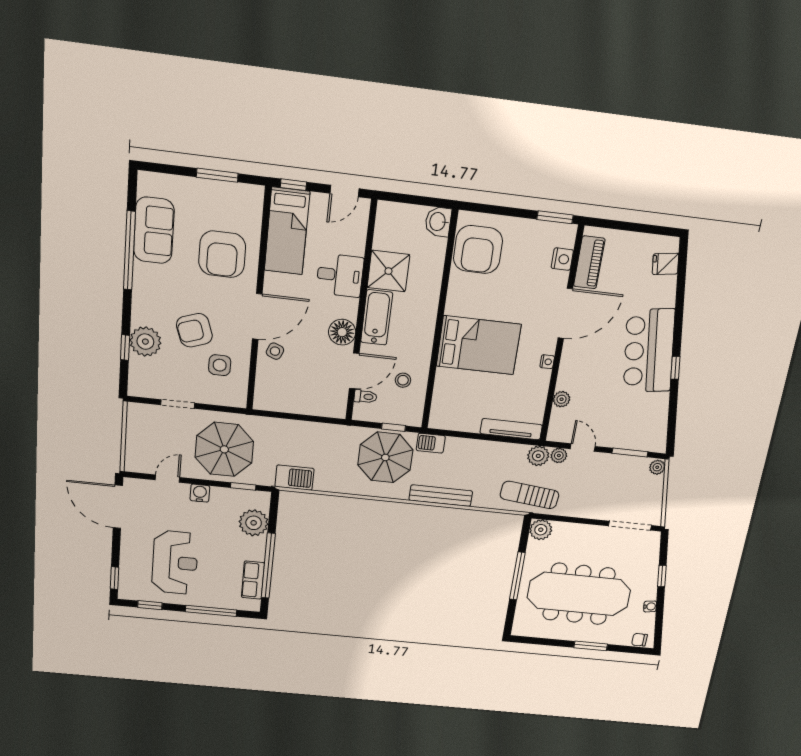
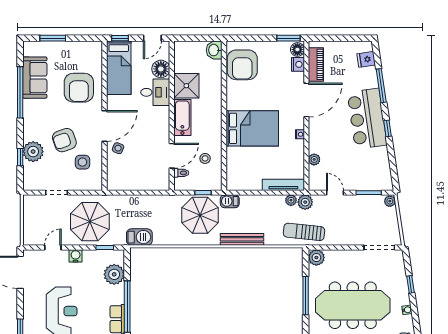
window: (217, 175) -> (53, 38), moved
floor lamp: (565, 236) -> (297, 49), added
window: (679, 306) -> (381, 86), added
floor lamp: (342, 332) -> (161, 69), moved
plant: (559, 455) -> (291, 200), moved

